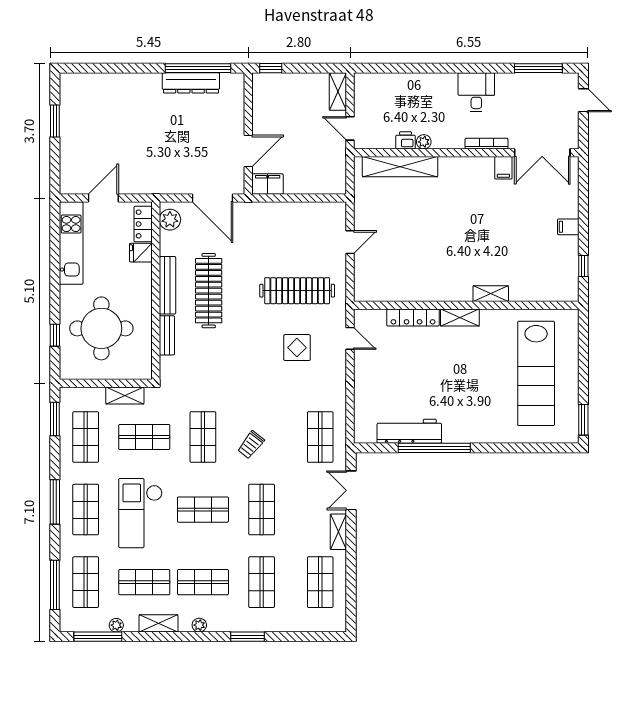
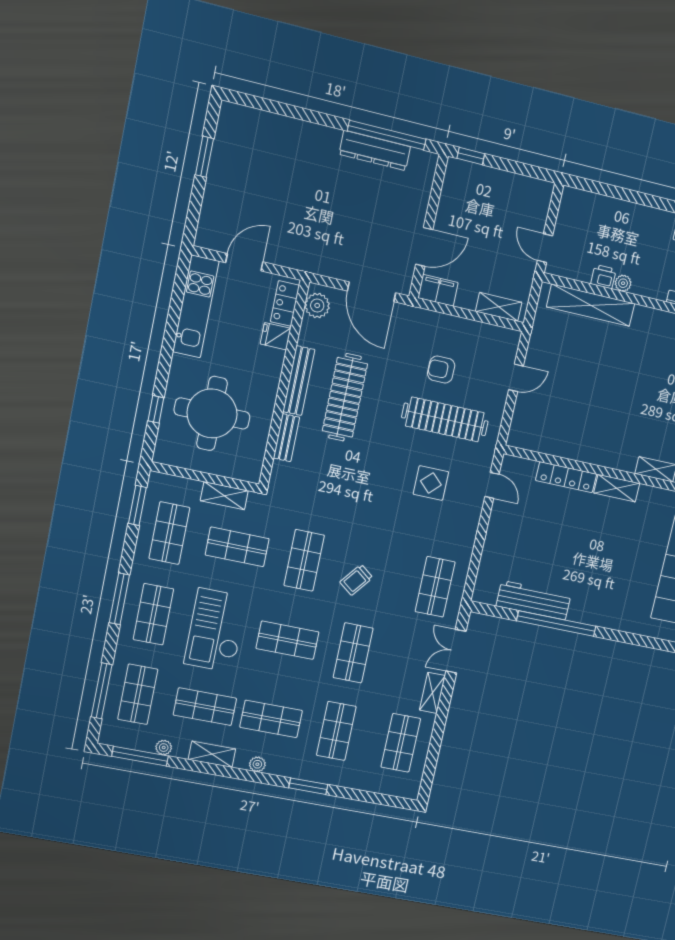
shelving: (338, 92) -> (499, 307), moved, turned 90
armchair: (285, 249) -> (441, 369), added

